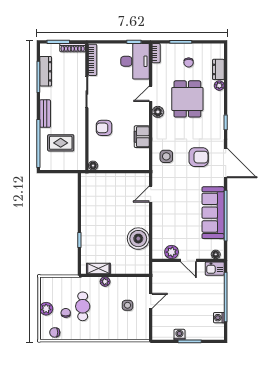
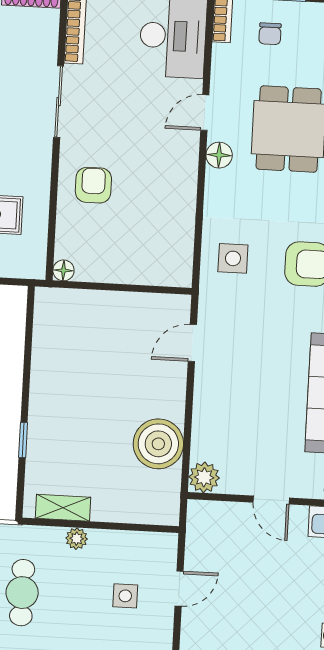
chair: (189, 62) -> (270, 34), moved
armchair: (104, 128) -> (93, 185), turned 90
filing cabinet: (142, 137) -> (179, 210), removed
plant: (172, 252) -> (204, 477), moved

